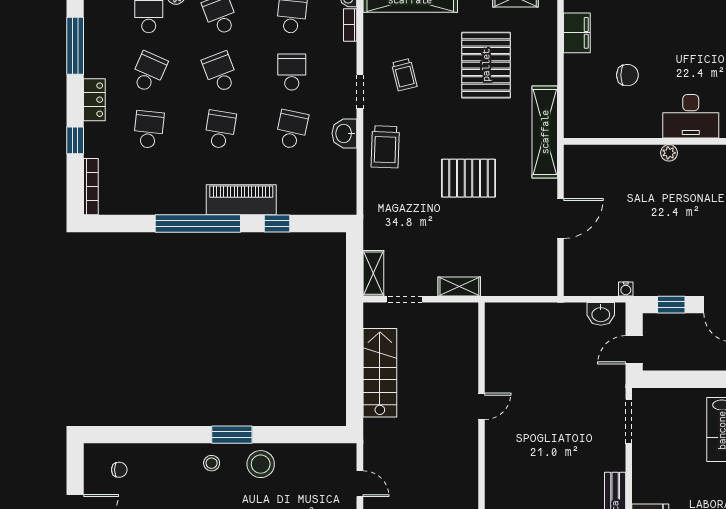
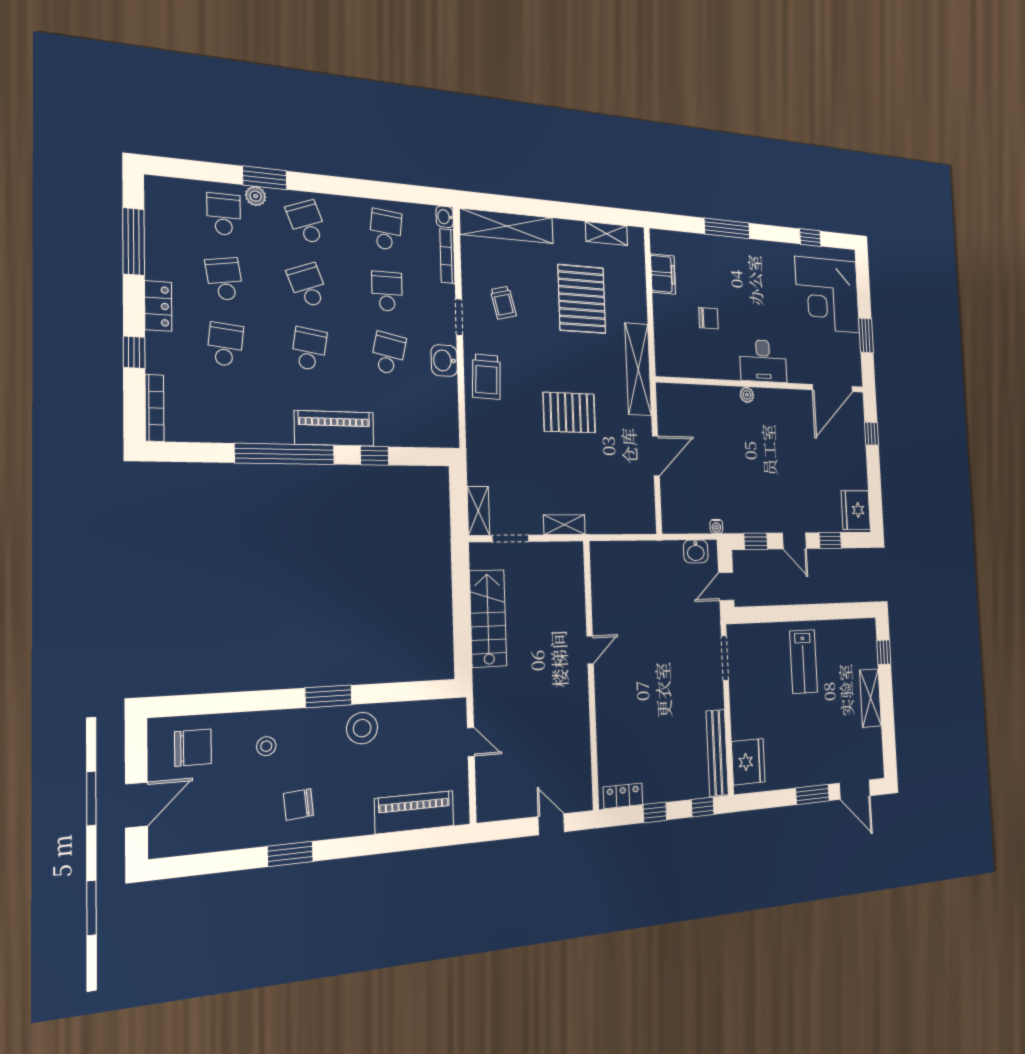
bookcase: (350, 25) -> (447, 256), width x1.56
school desk: (149, 72) -> (224, 279), turned -33
stool: (212, 463) -> (266, 746), moved
chair: (119, 470) -> (193, 748), width x1.87, depth x1.87

